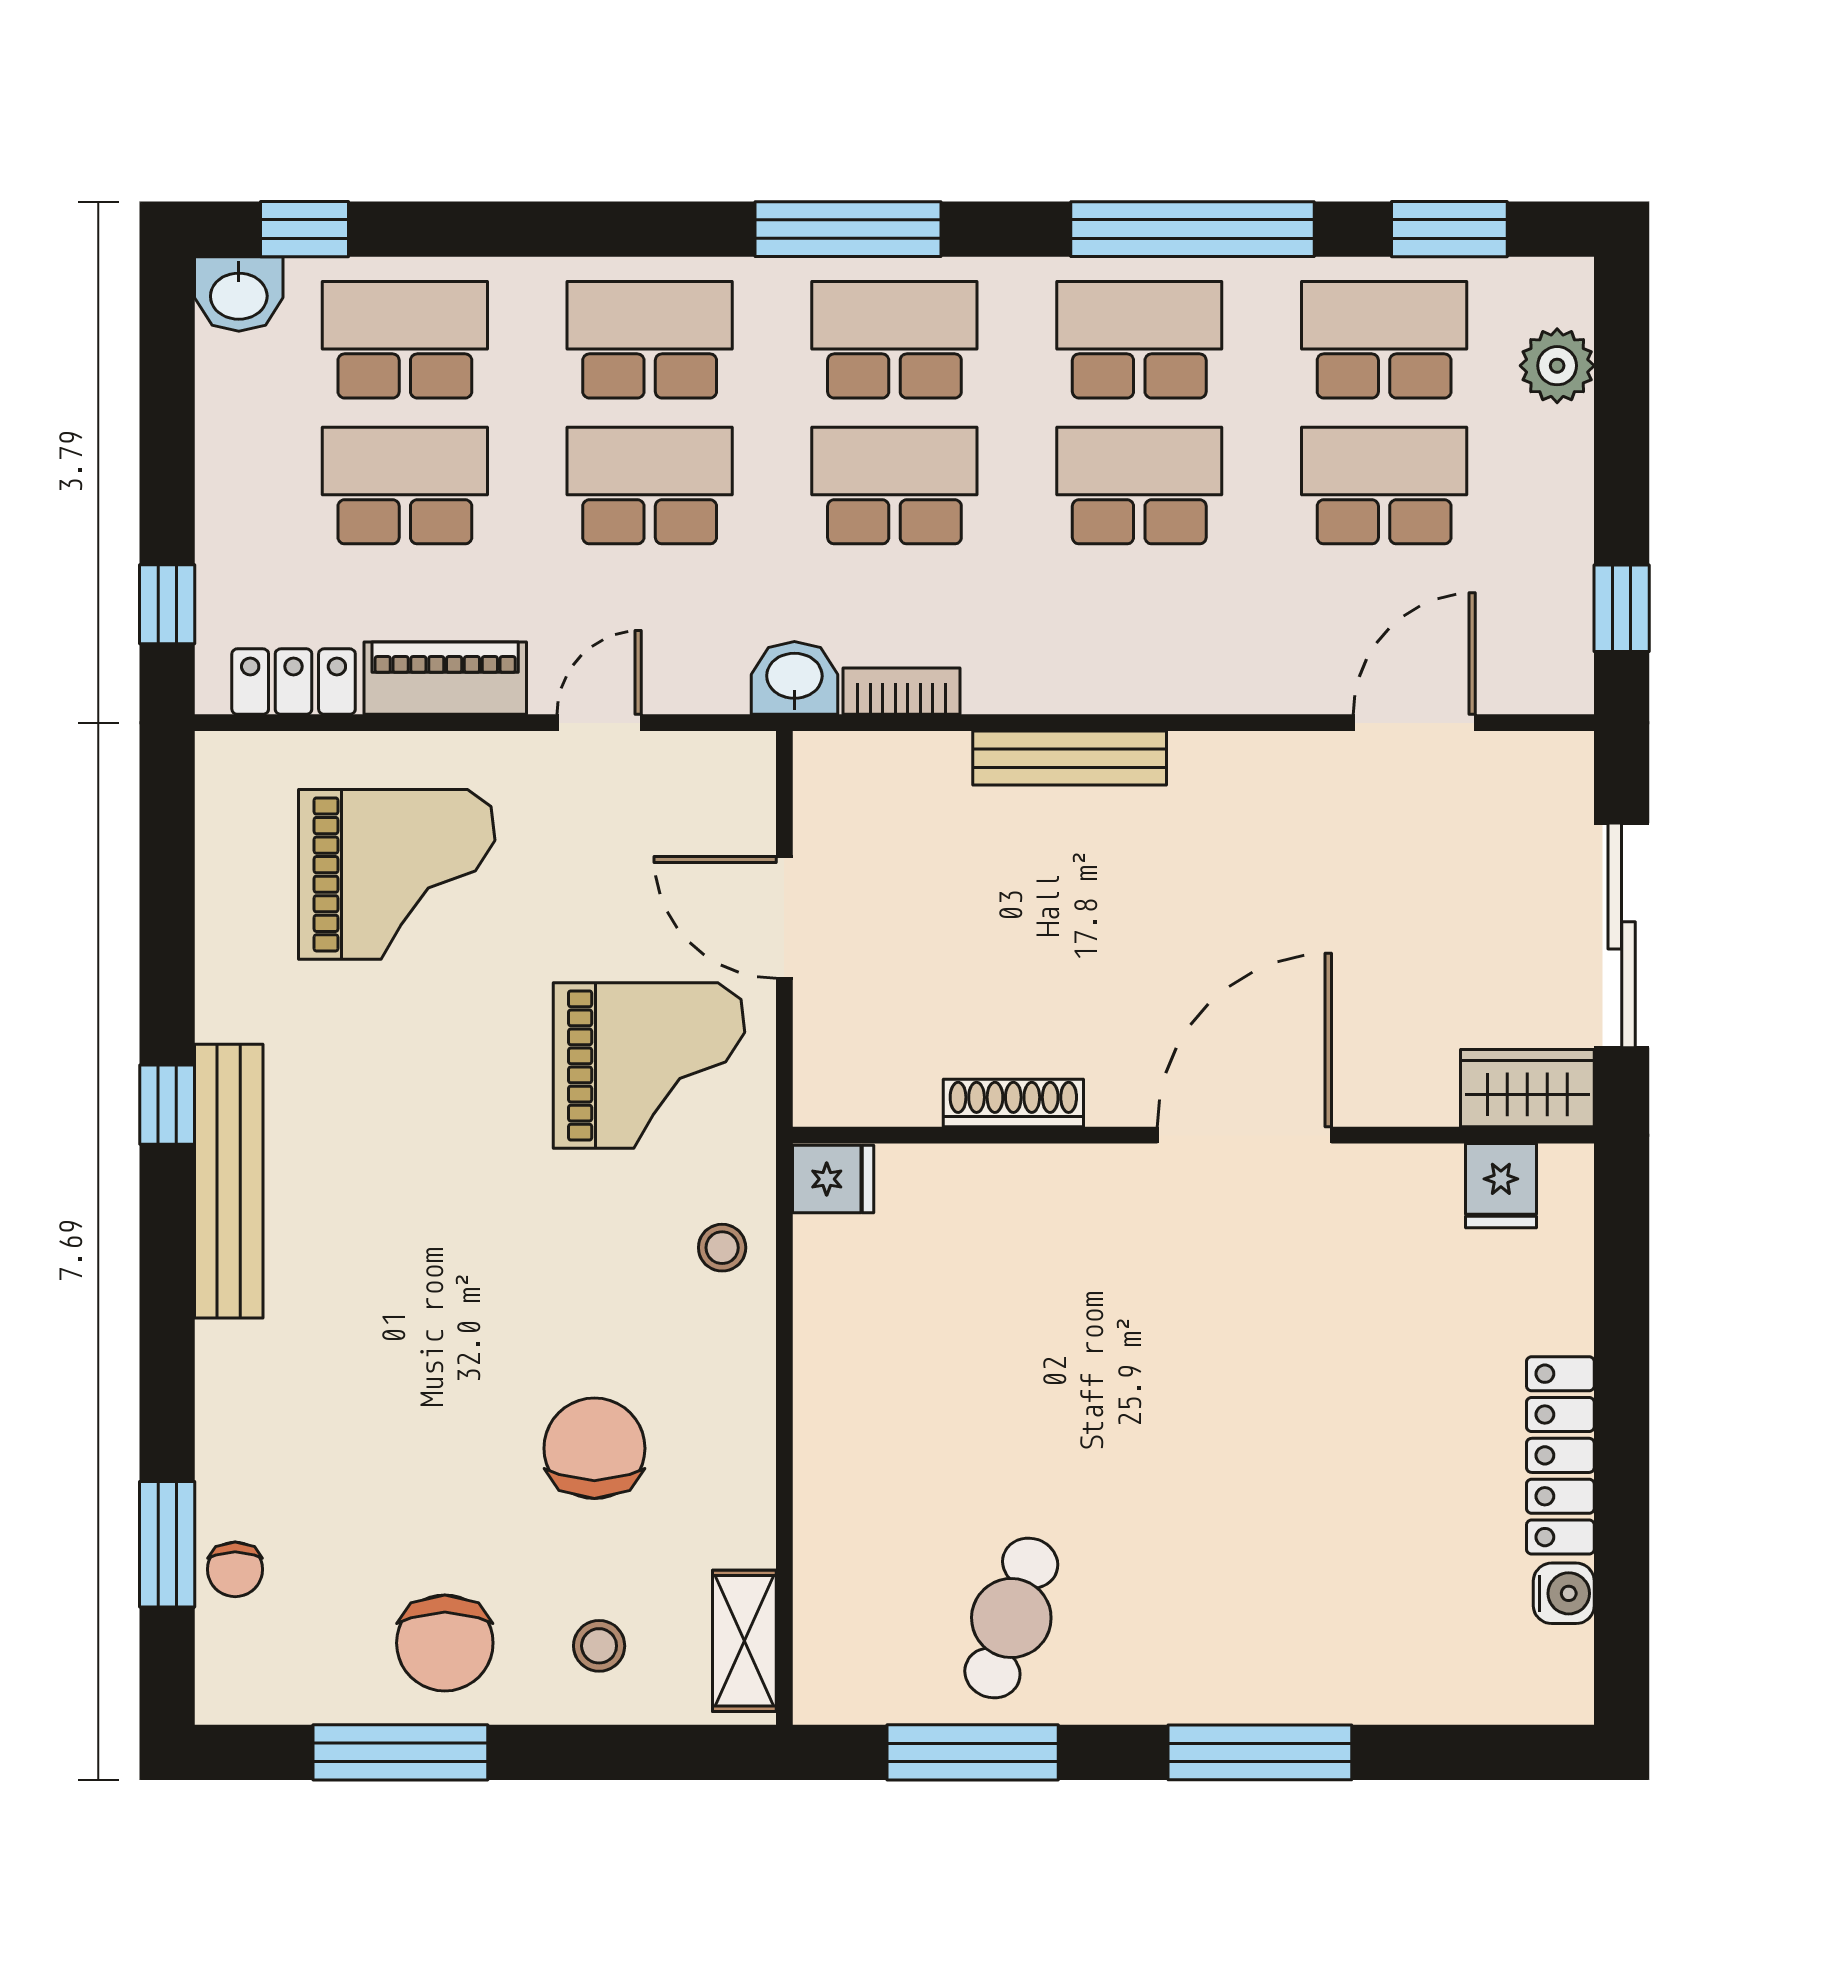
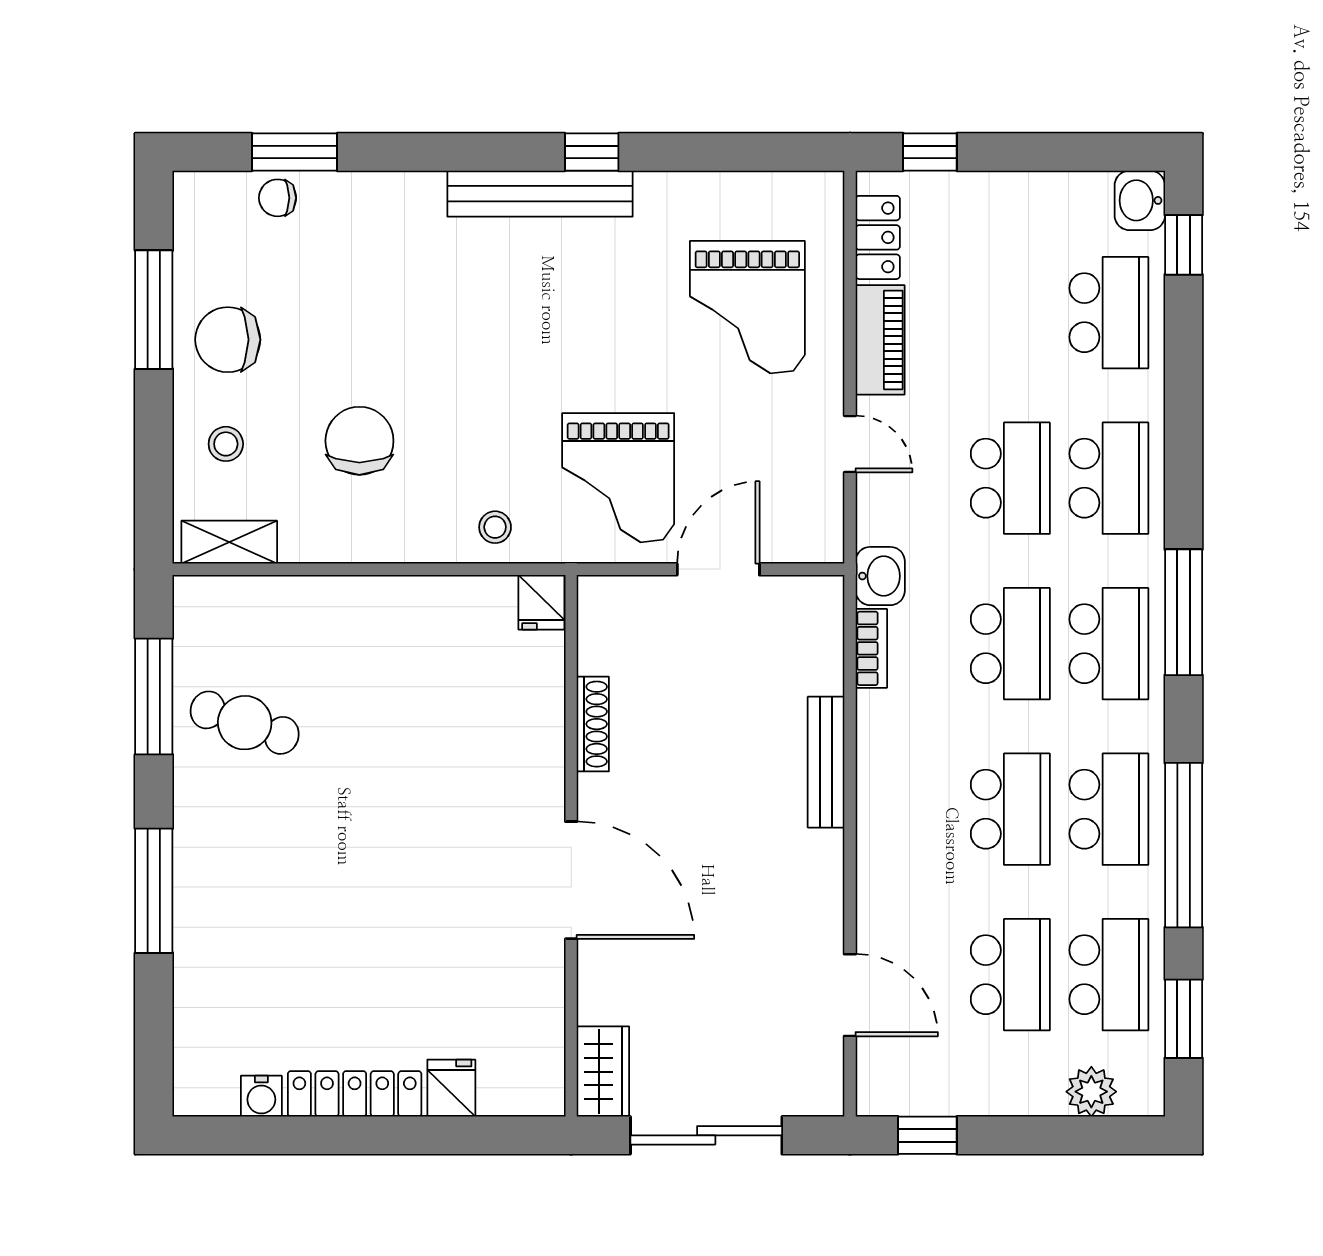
school desk: (405, 486) -> (1010, 313), removed
fridge: (1501, 1186) -> (451, 1088), moved, turned 90
chair: (594, 1448) -> (359, 441), turned -90

